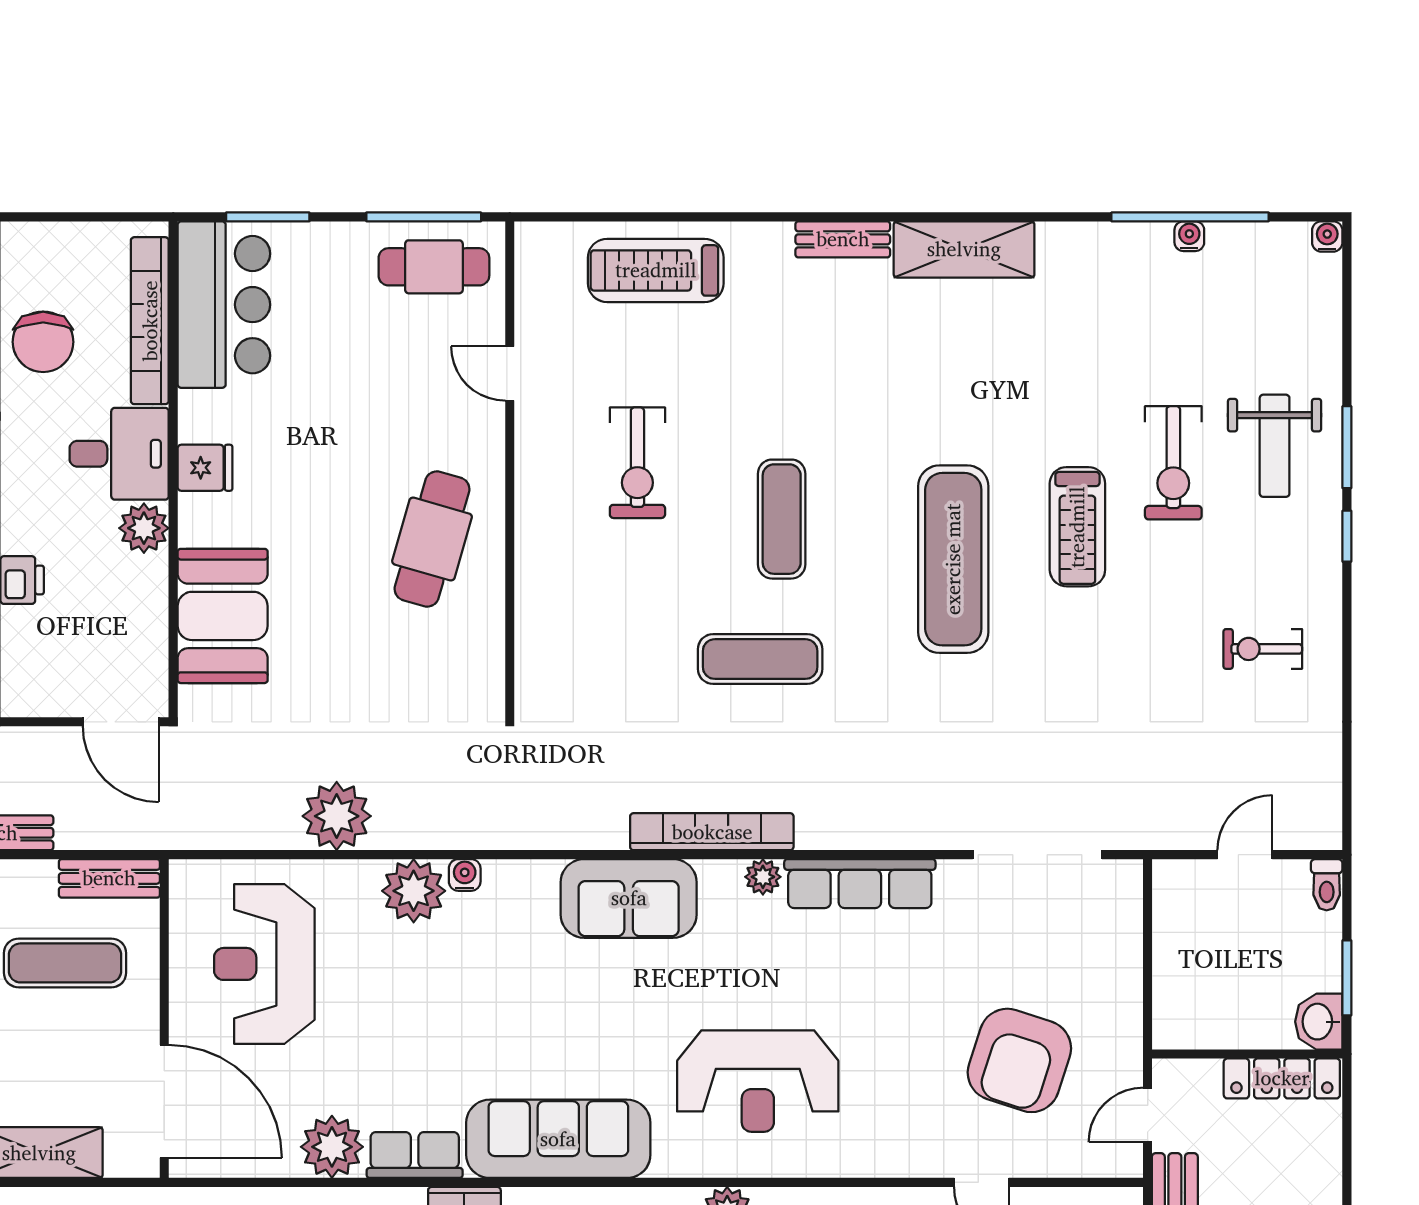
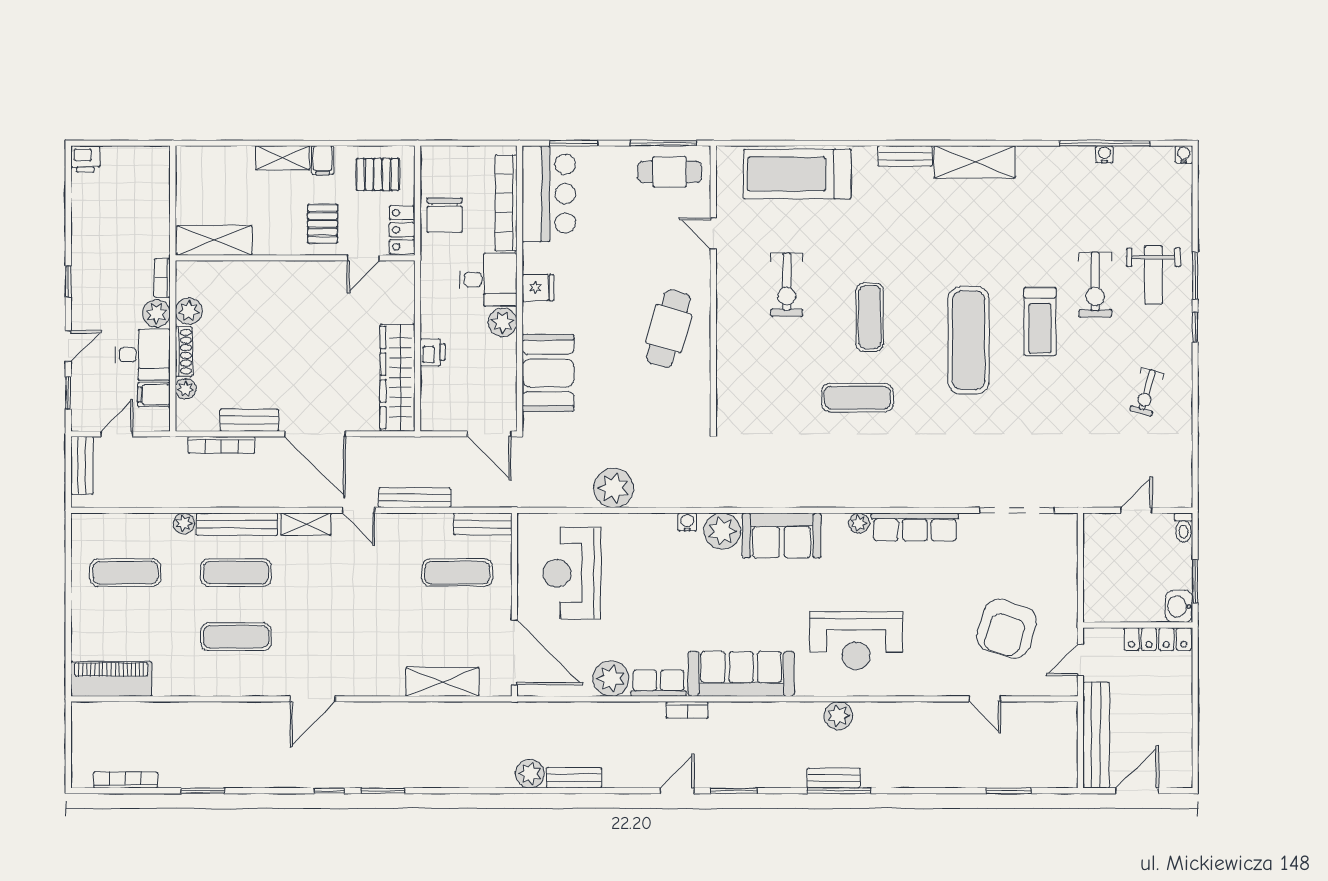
treadmill: (656, 270) -> (797, 174), width x1.37, depth x1.38
exercise bike: (1263, 649) -> (1147, 392), turned -74
bookcase: (712, 832) -> (830, 497), removed
plant: (414, 891) -> (722, 531), moved

